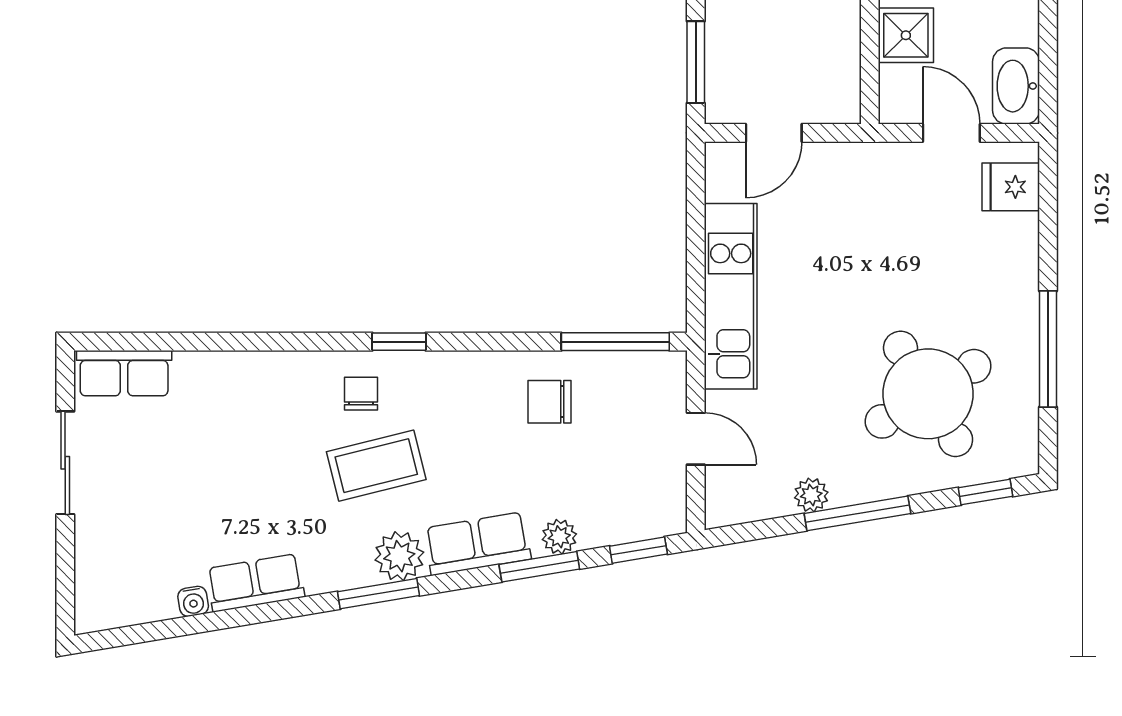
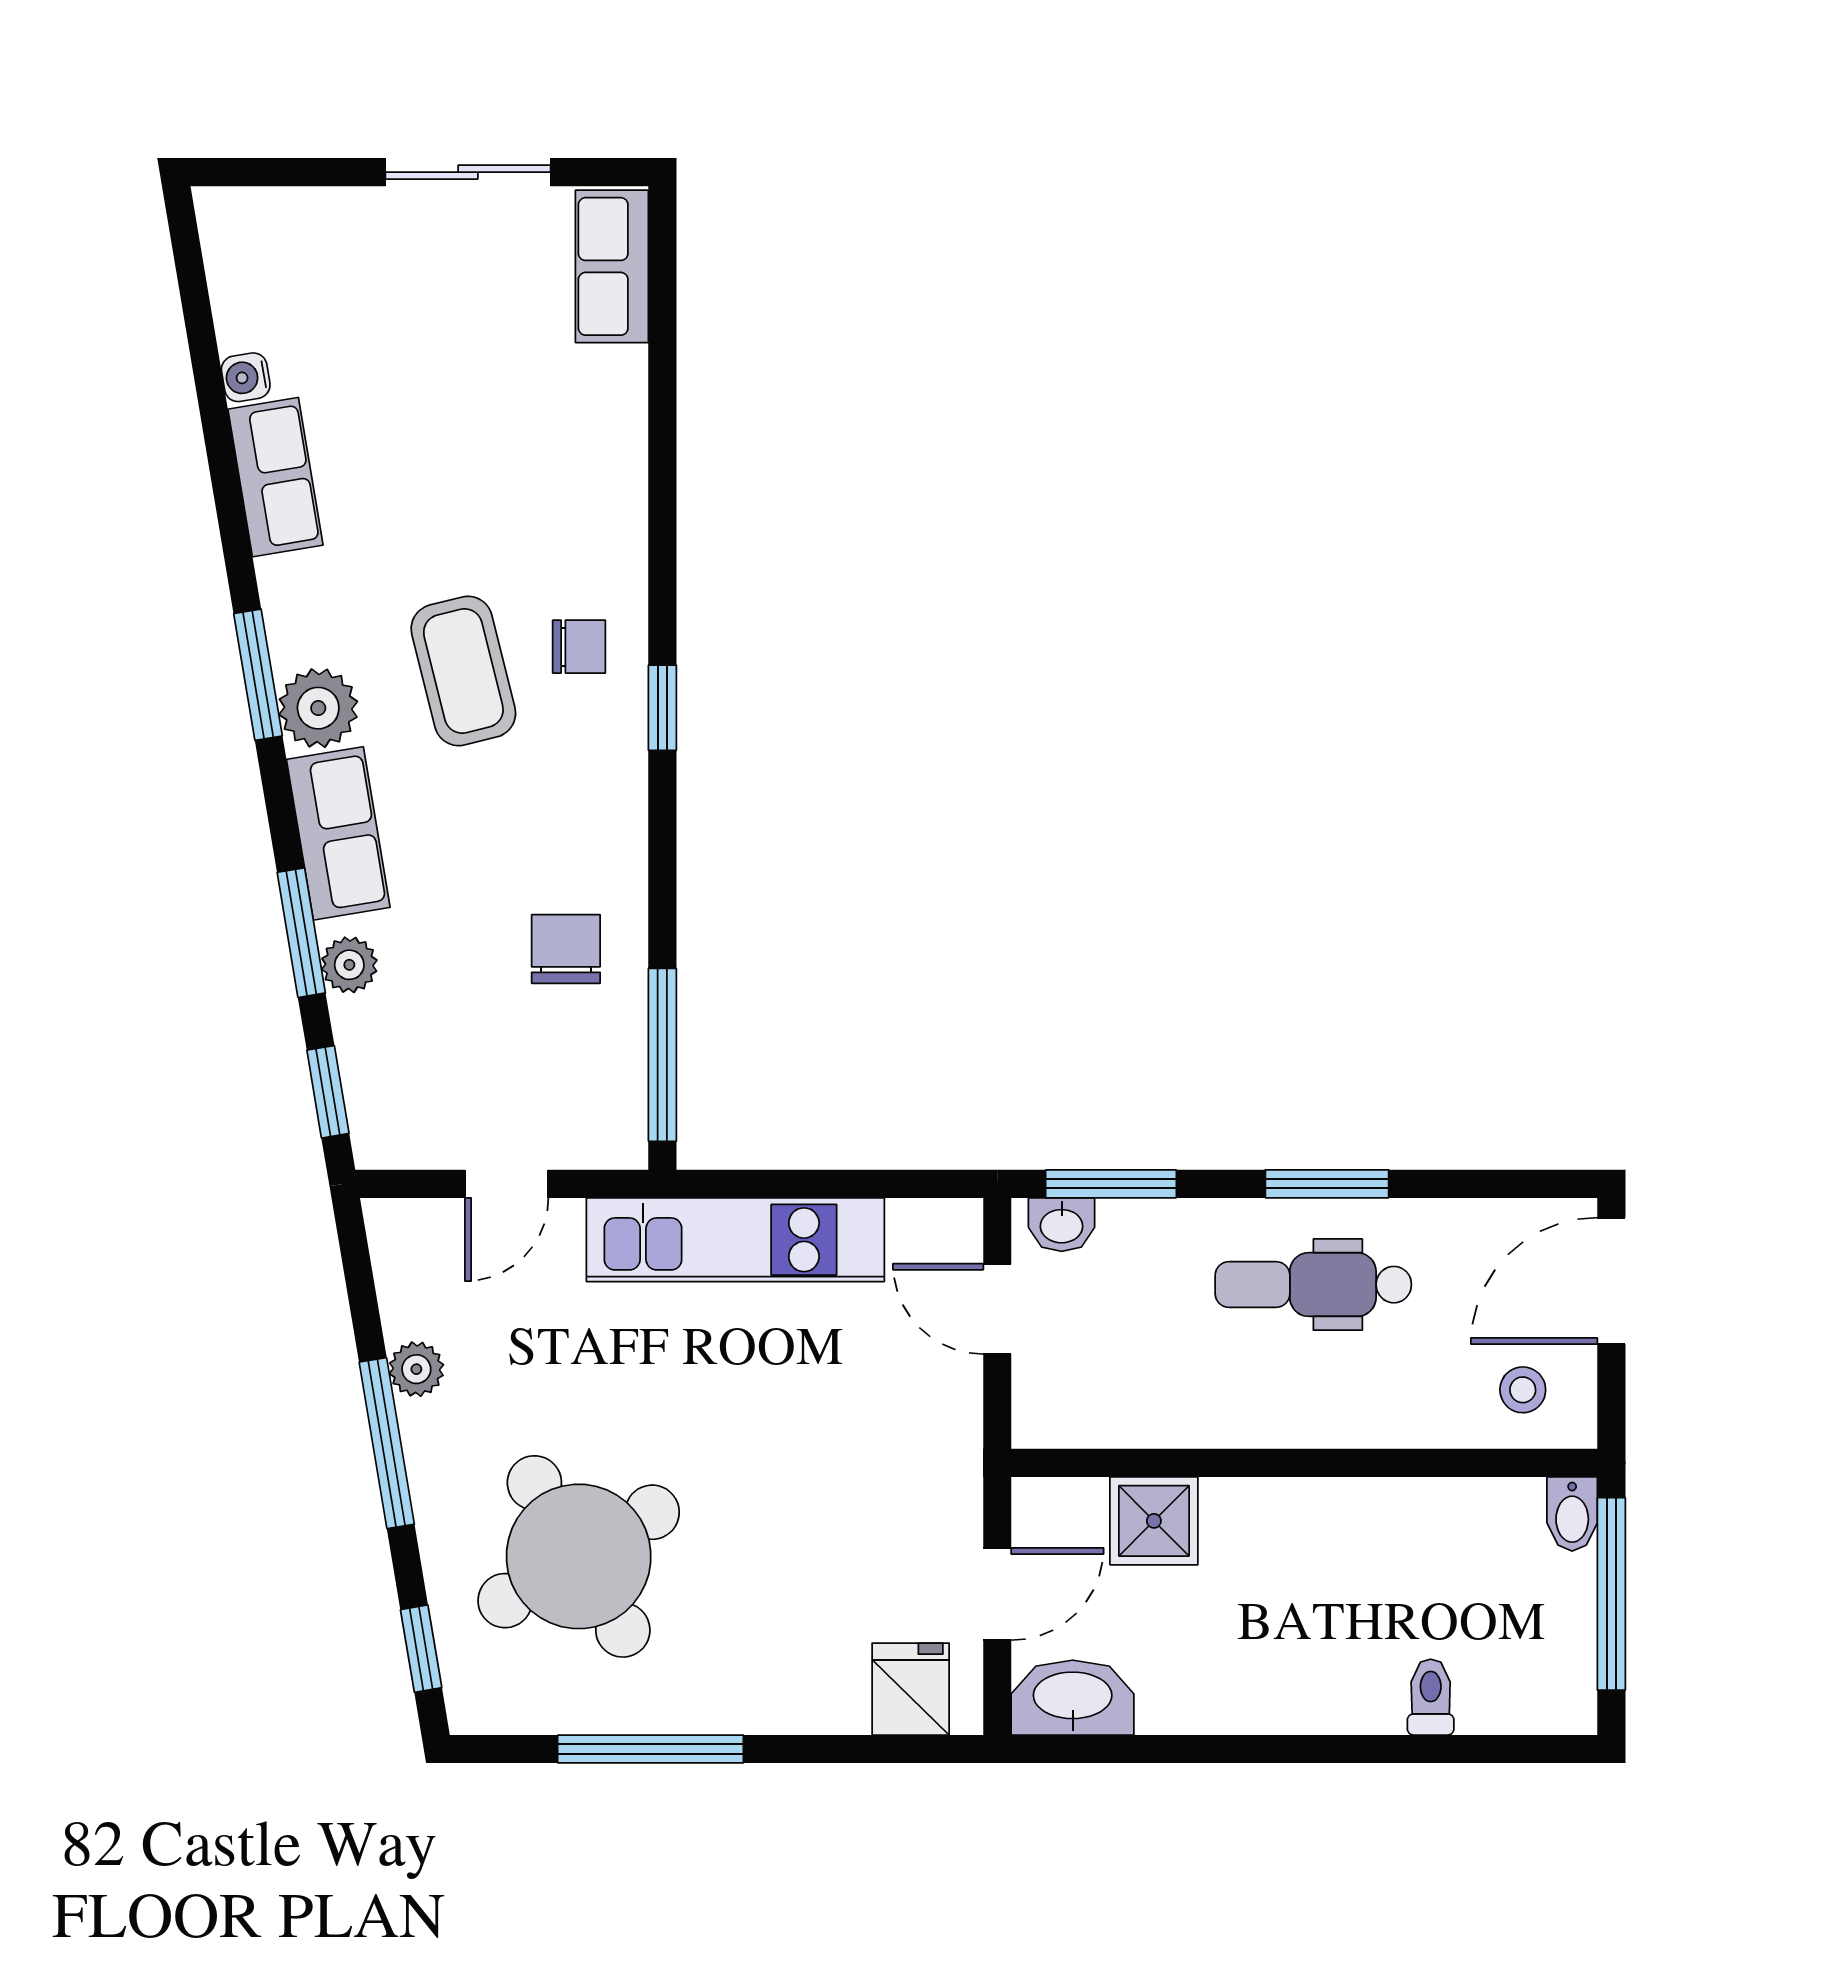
washbasin: (721, 93) -> (1062, 1225), added

